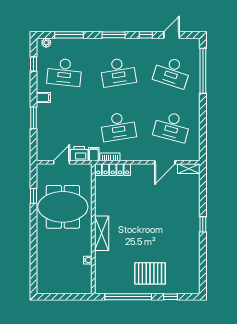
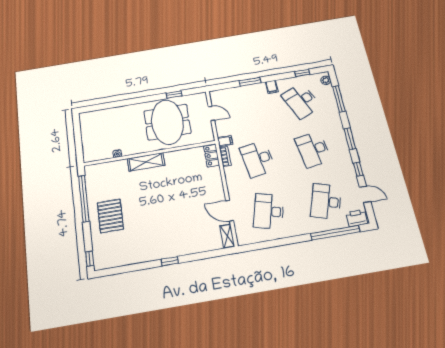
desk: (64, 72) -> (301, 101), turned -30
printer: (79, 154) -> (357, 218), moved, turned -90
locker: (113, 170) -> (211, 156), width x0.66
window: (170, 297) -> (90, 259), moved

